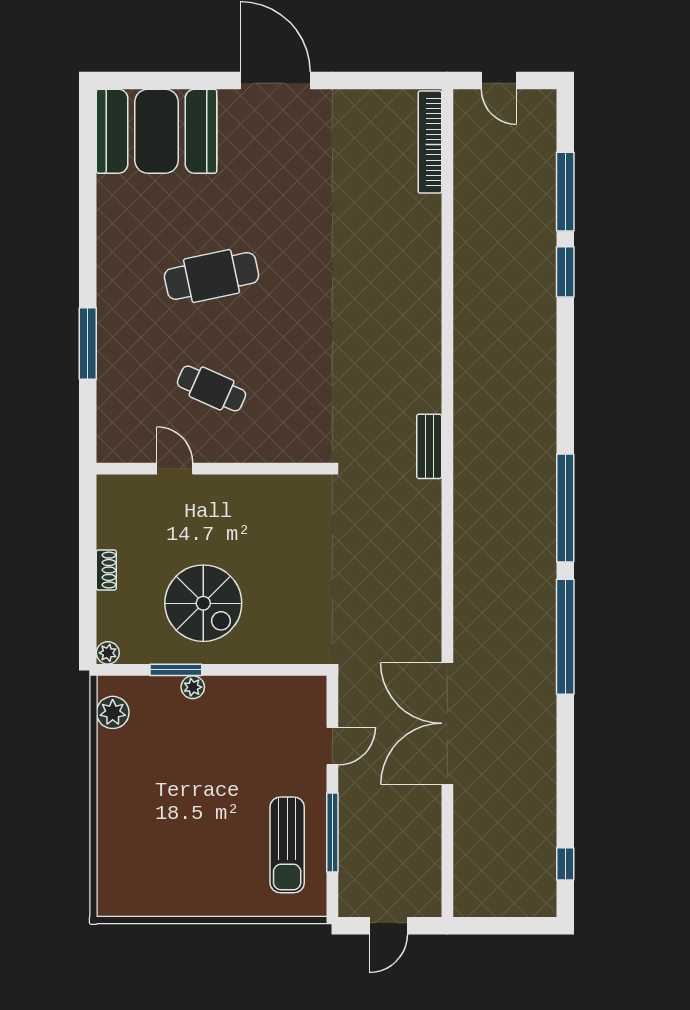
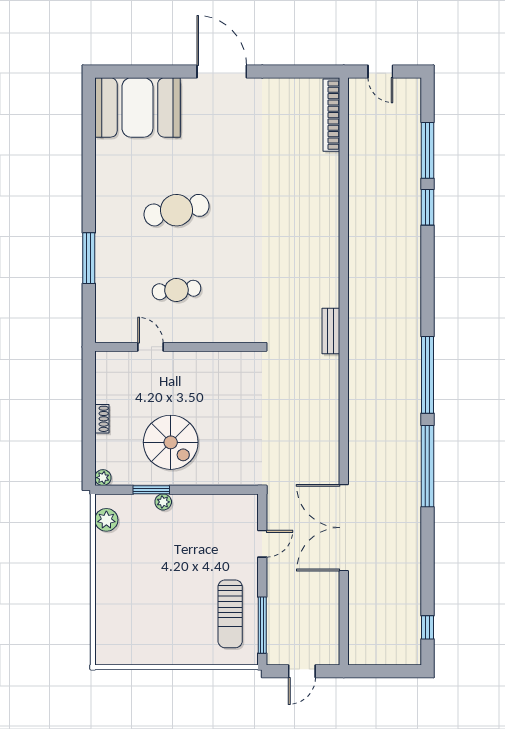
cafe table: (212, 388) -> (176, 290), turned -30
window: (332, 832) -> (262, 625), moved

